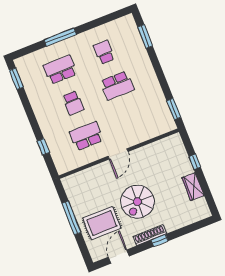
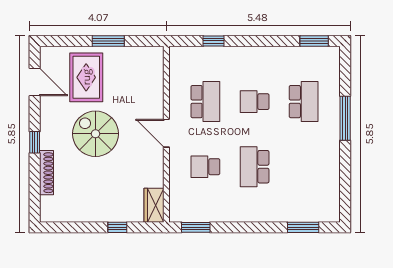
school desk: (104, 52) -> (205, 167), moved, turned 180
wardrobe: (193, 187) -> (154, 205), moved, turned -90
window: (71, 218) -> (108, 41), width x0.69
shoe rack: (150, 235) -> (47, 173), moved

